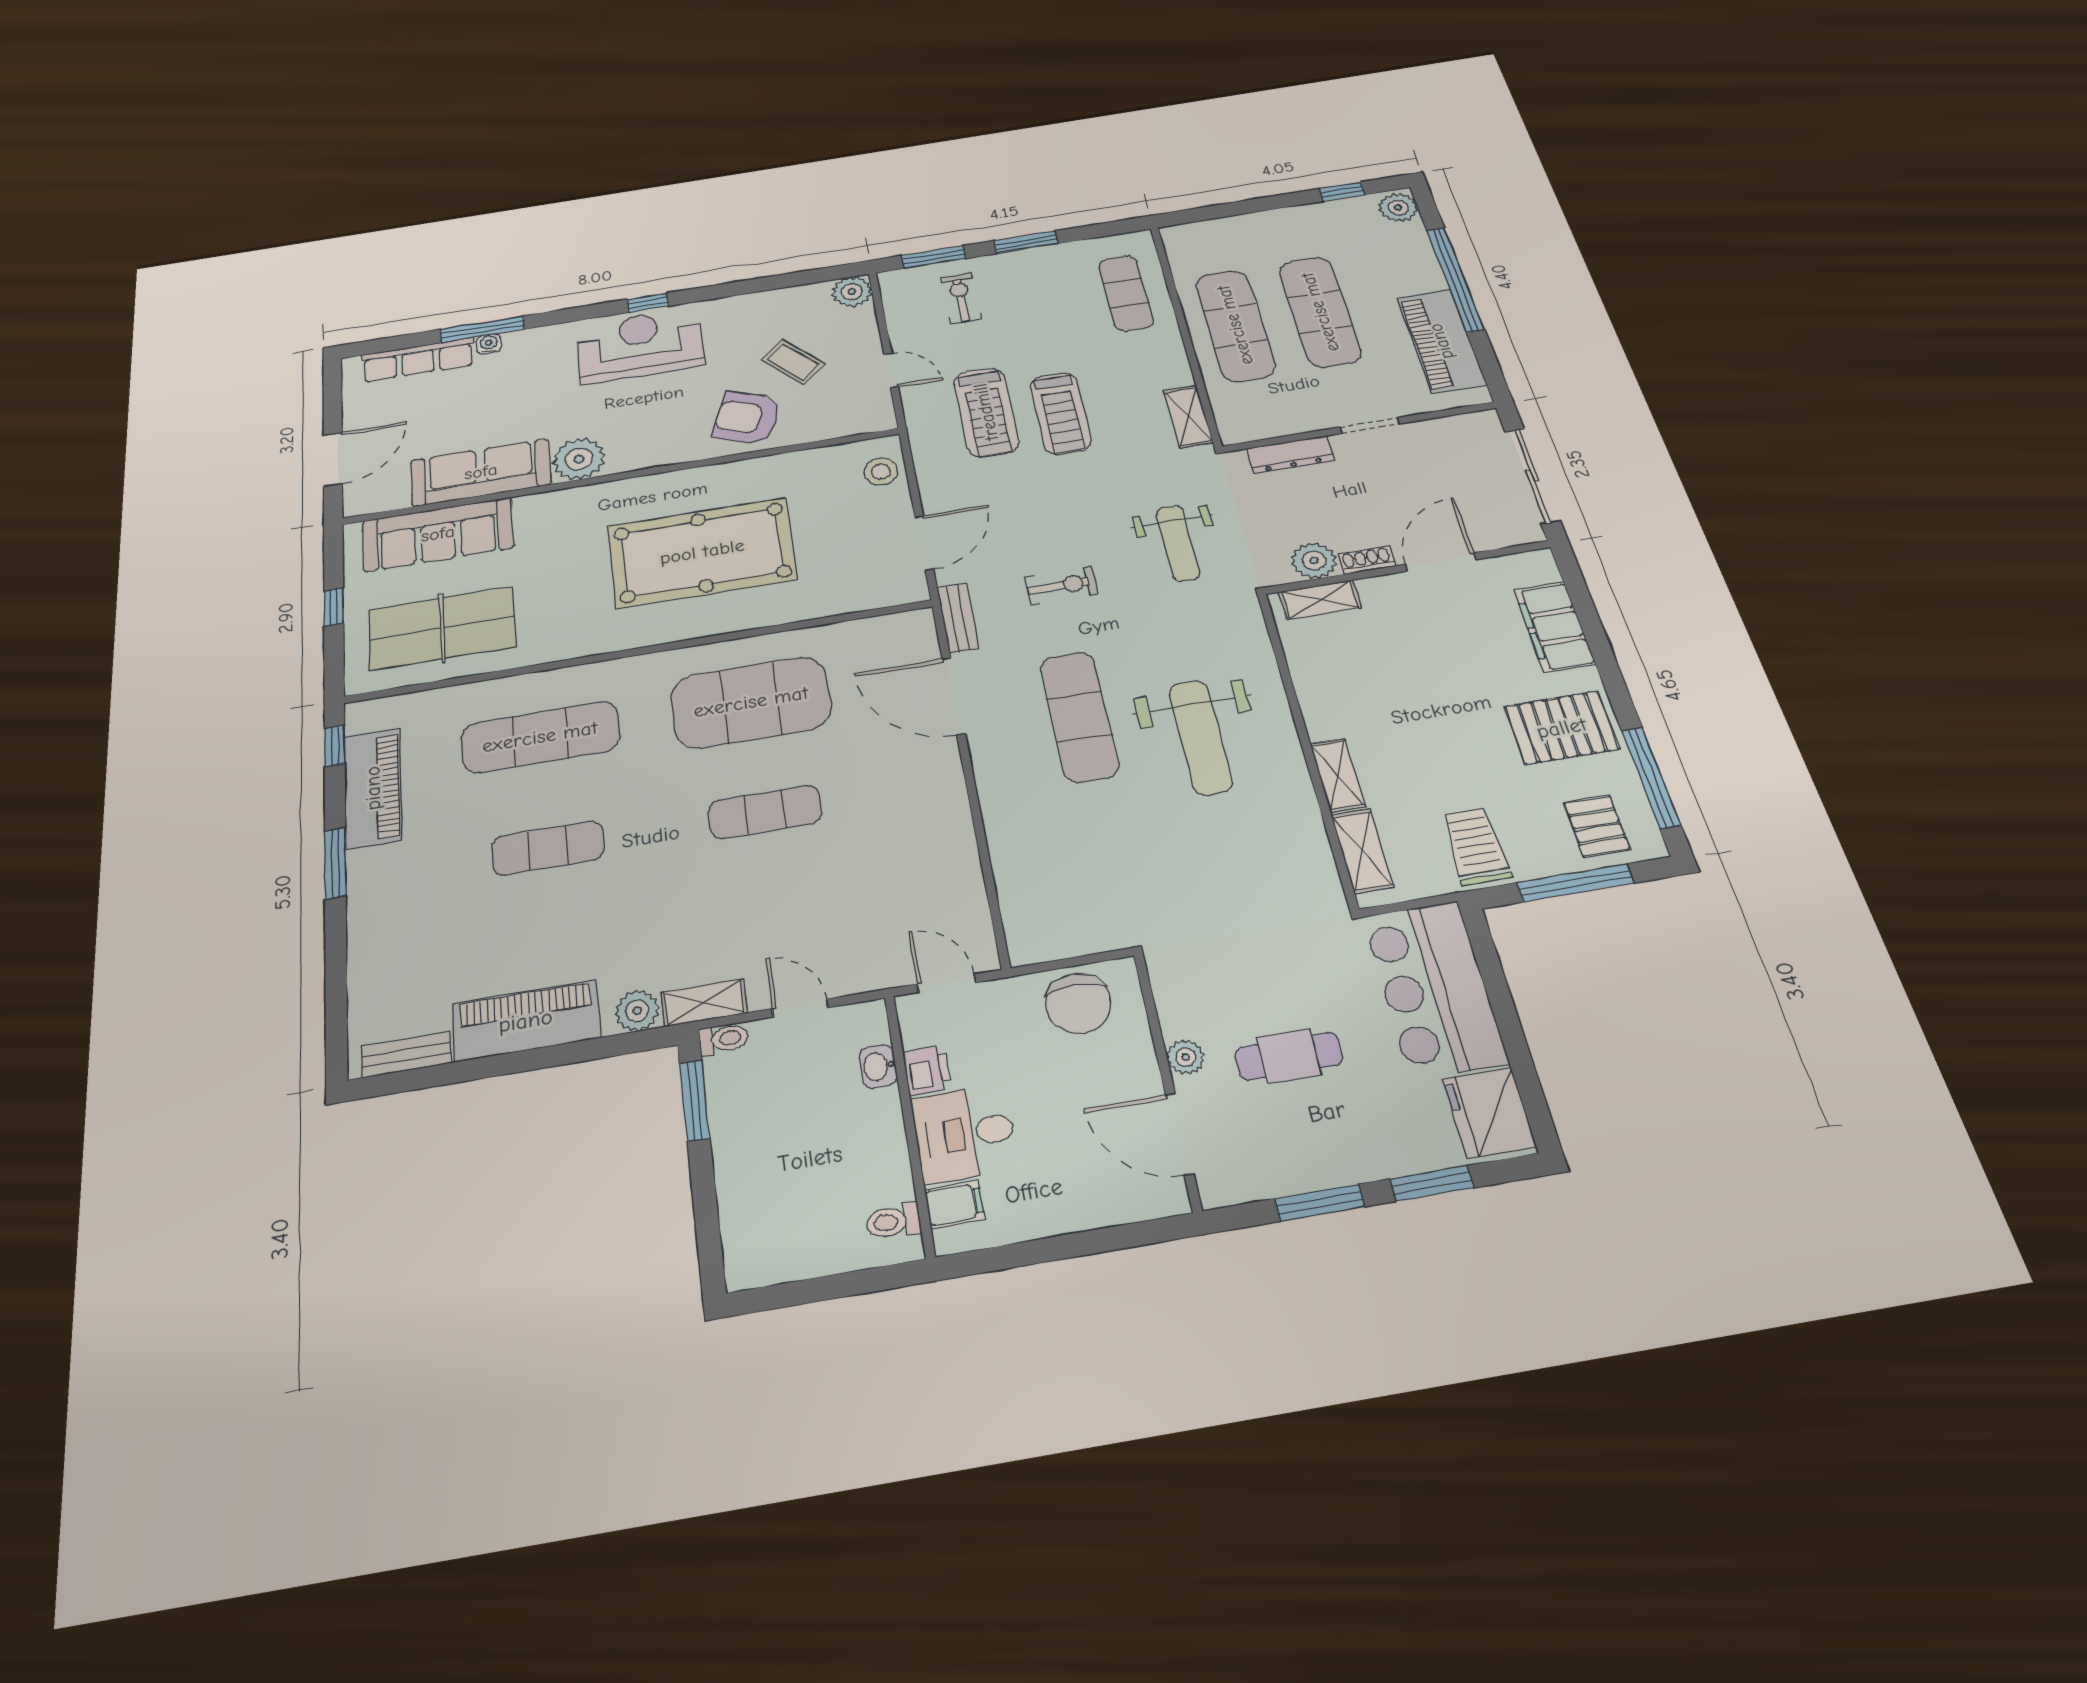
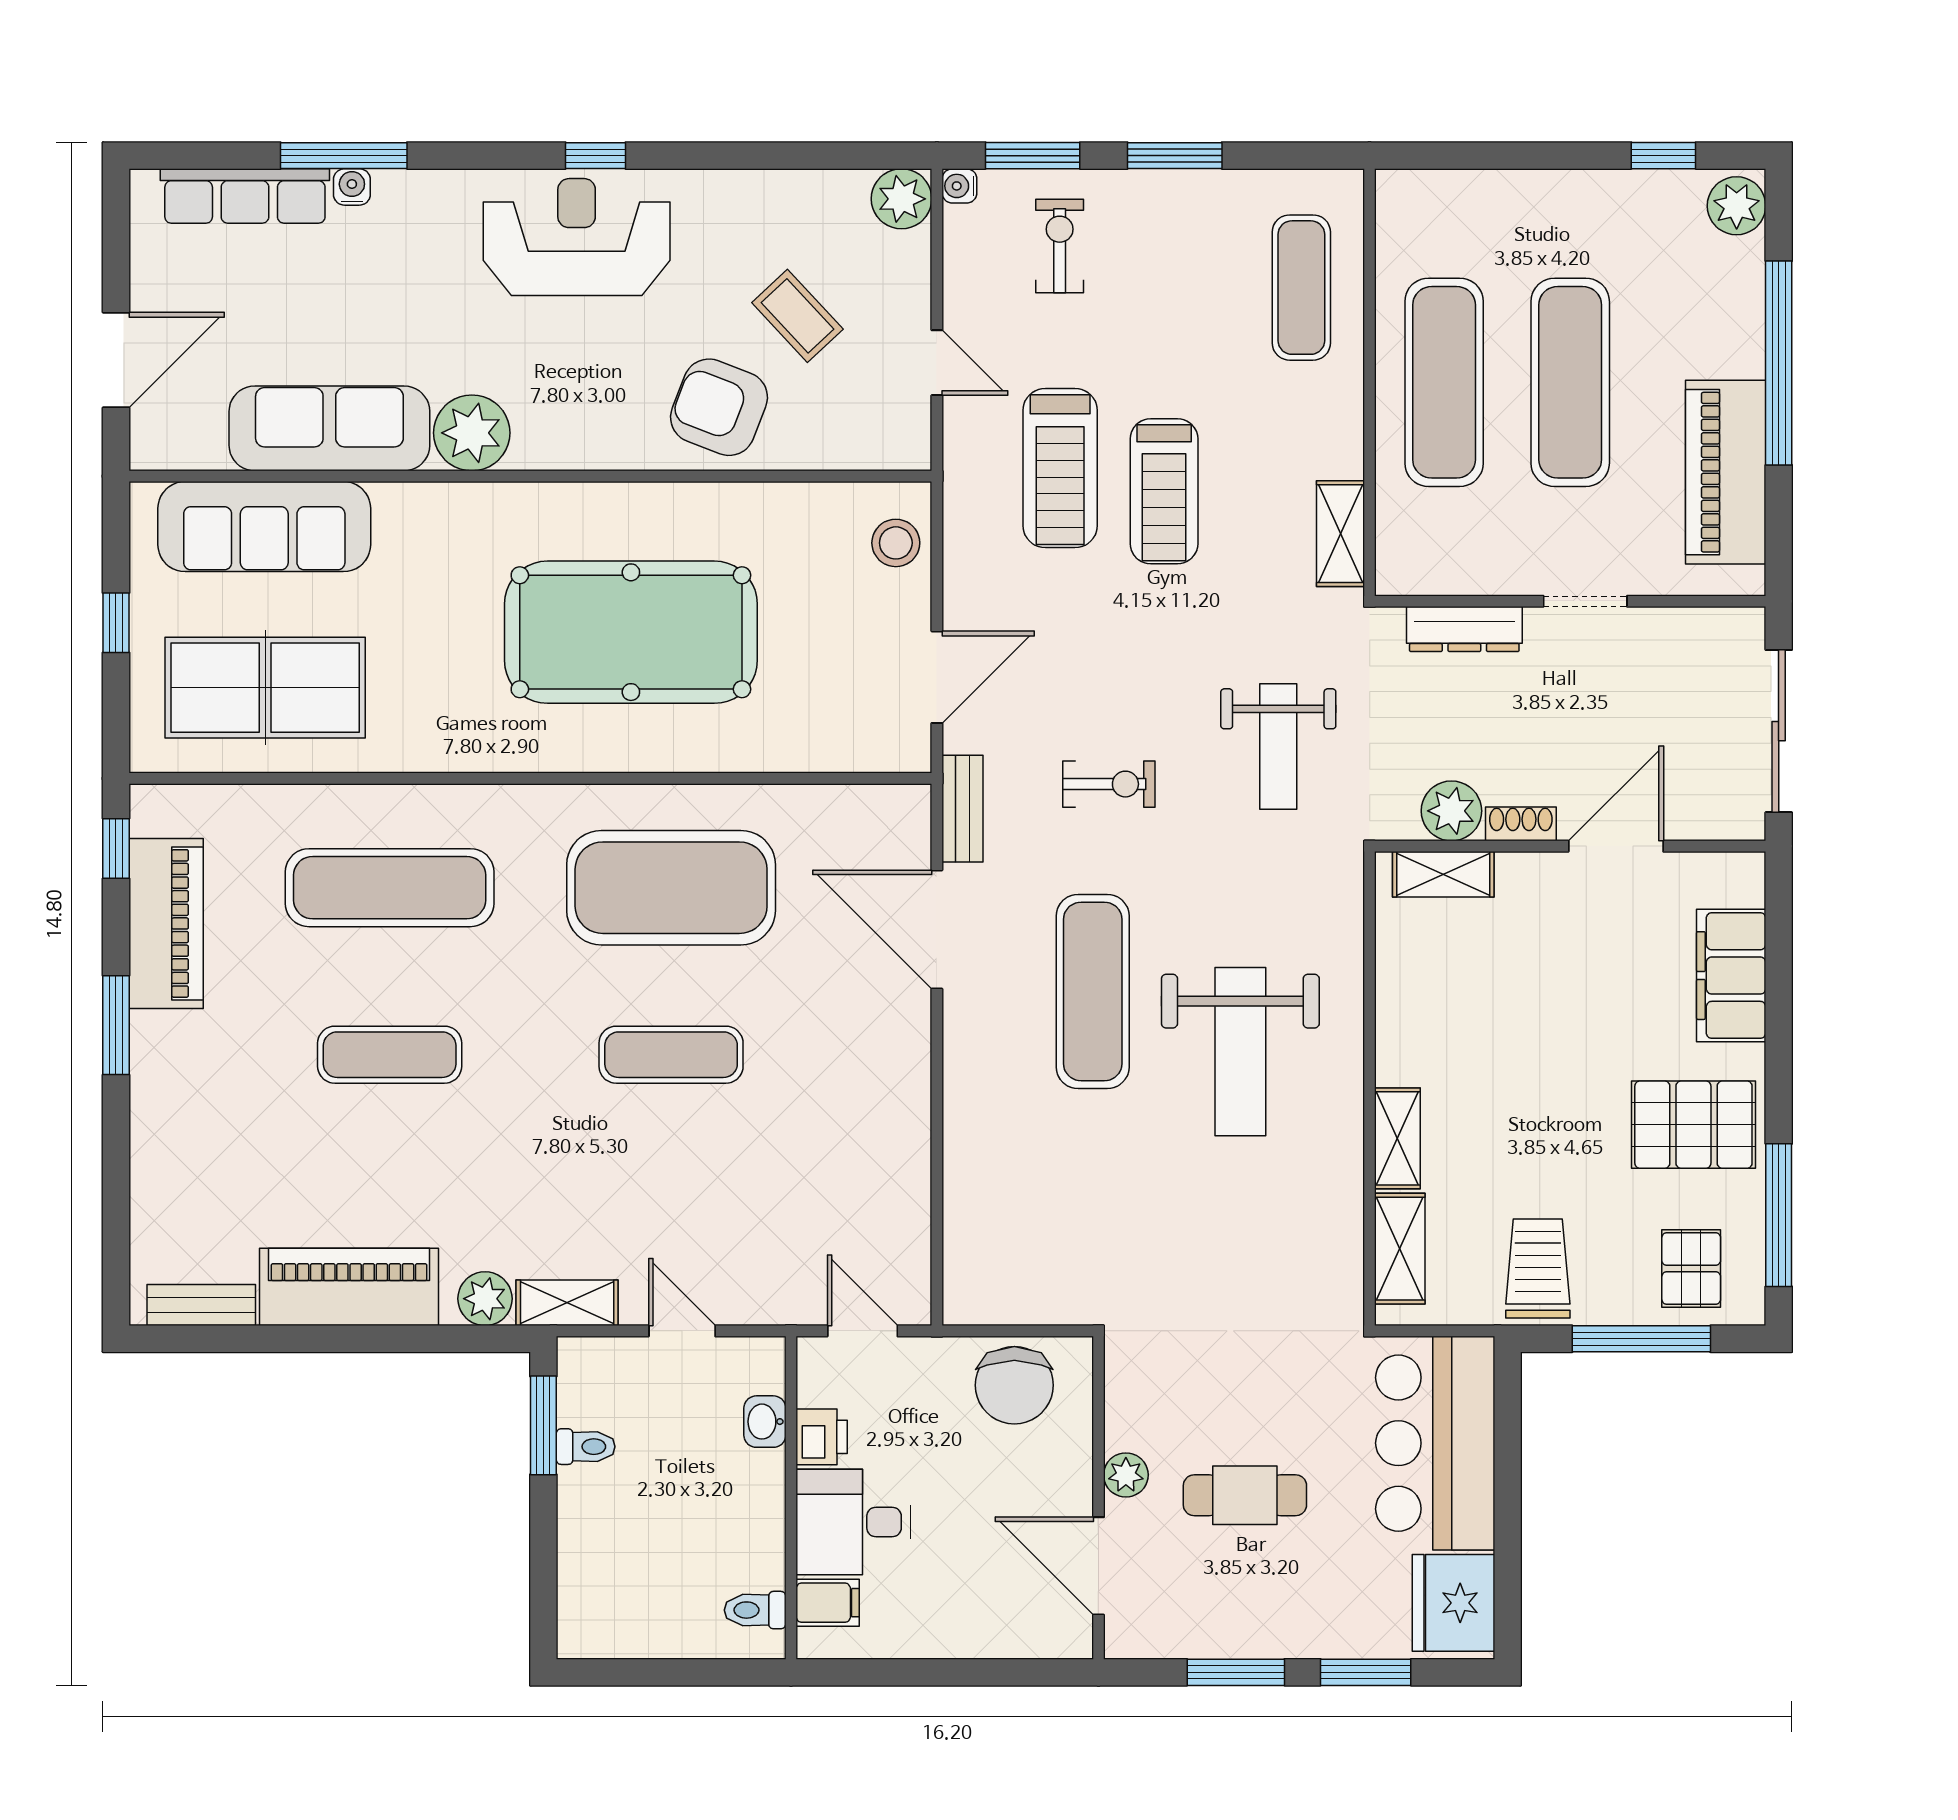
water cooler: (889, 279) -> (959, 186), added
toilet: (723, 1039) -> (586, 1447), moved

